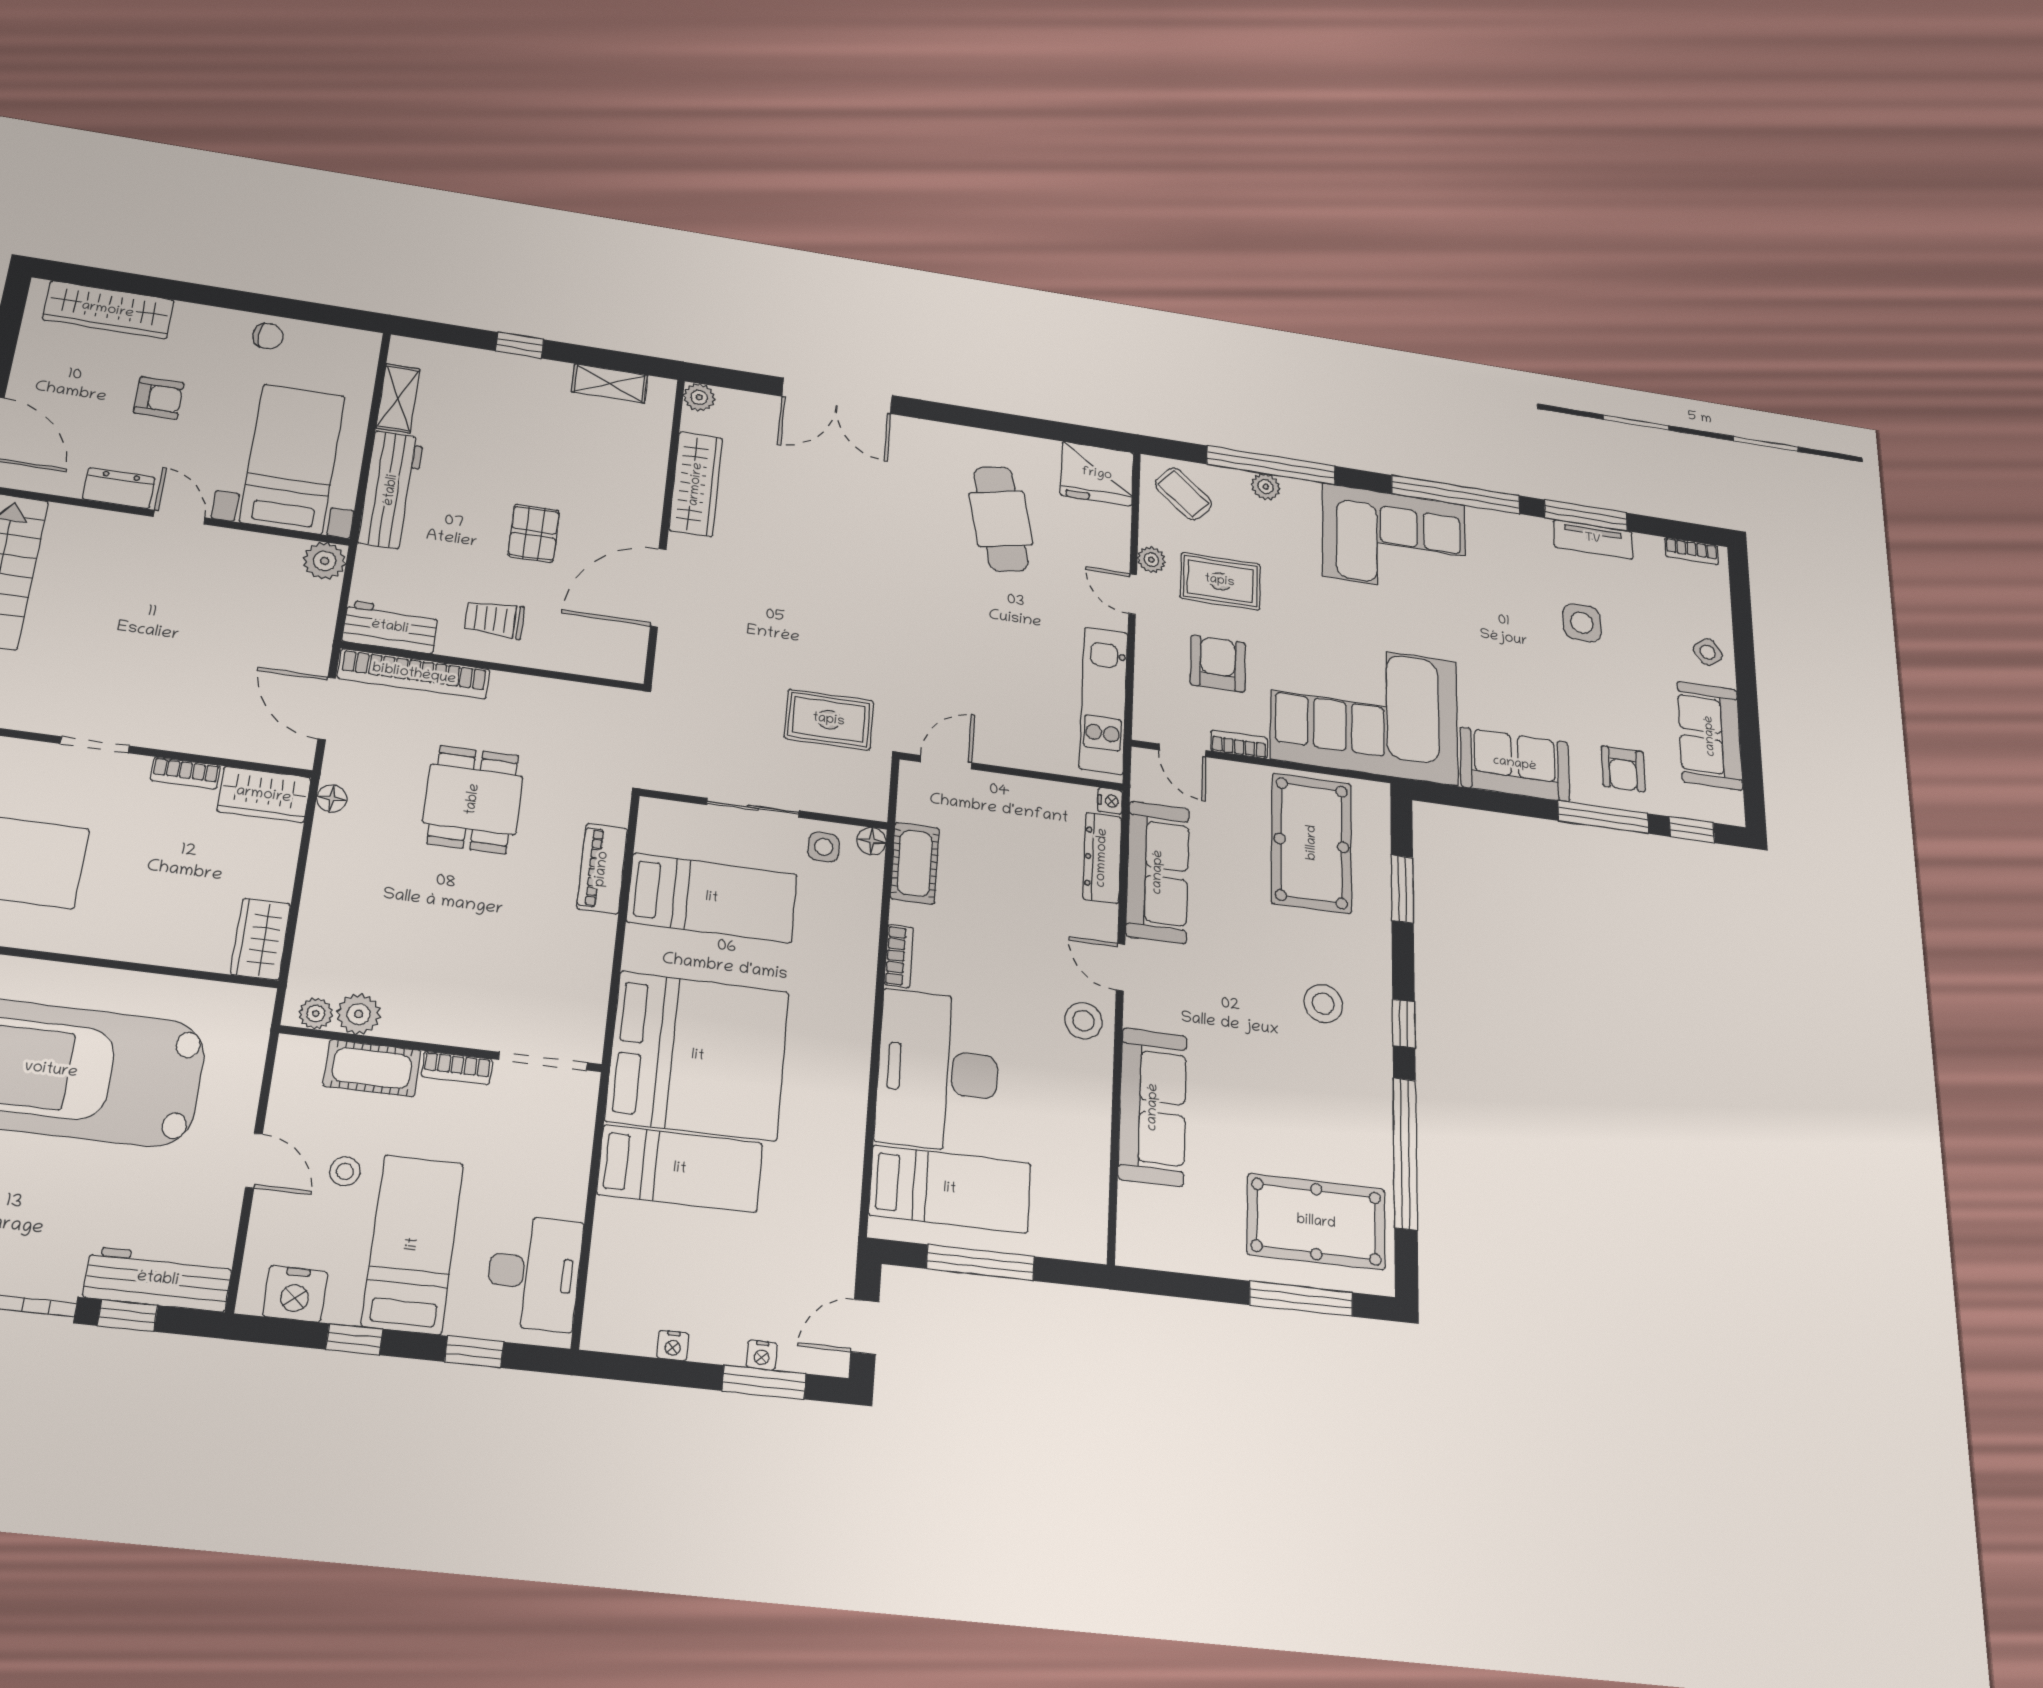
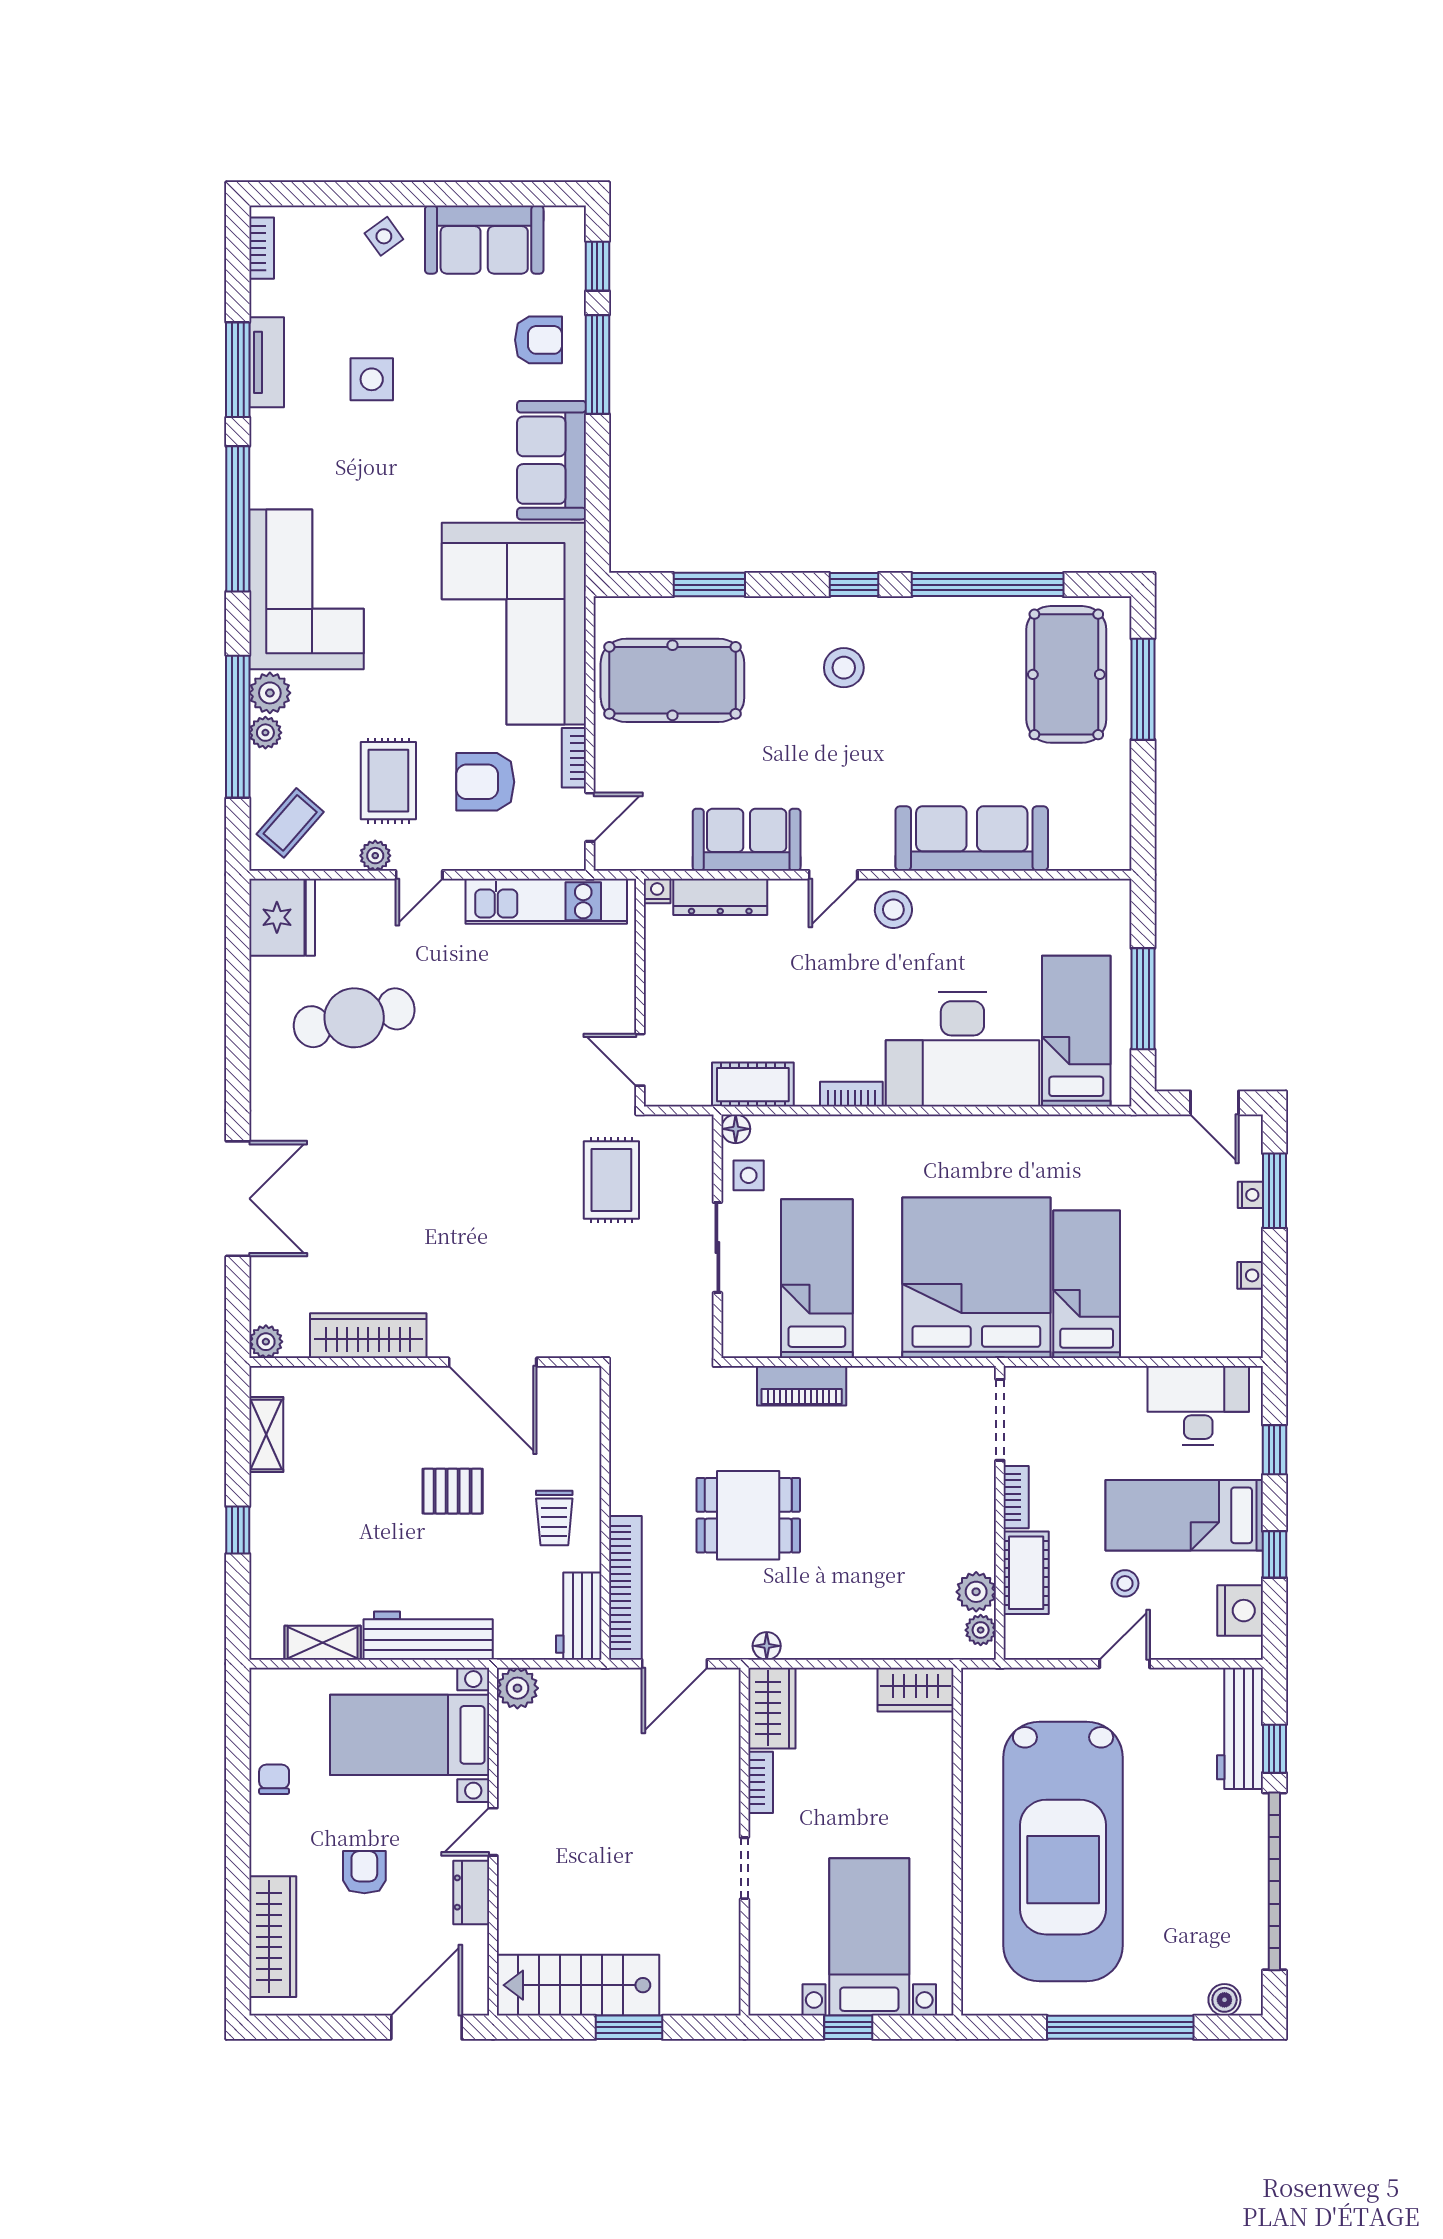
plant: (1301, 496) -> (270, 693), added
sofa: (1158, 872) -> (747, 840), width x0.73

